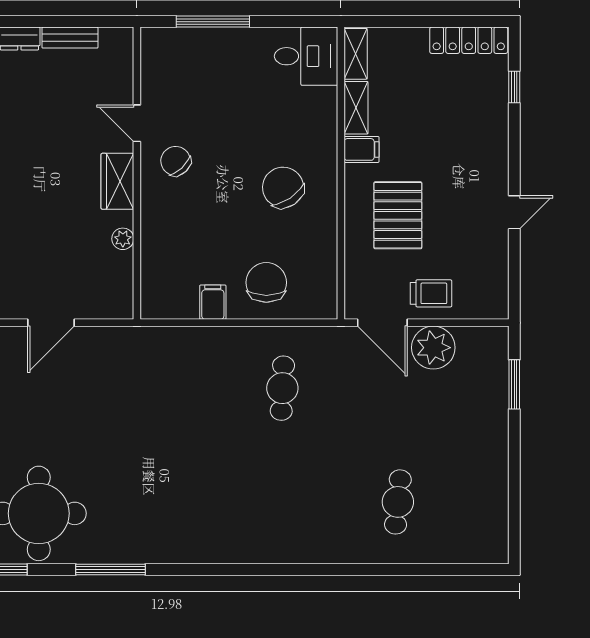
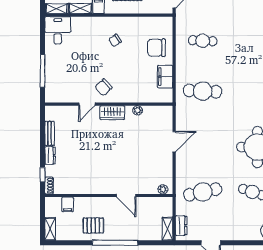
chair: (283, 187) -> (115, 40), width x0.54, depth x0.54
filing cabinet: (213, 302) -> (165, 77), width x2.00
door: (51, 323) -> (174, 142), hinge flipped
cafe table: (167, 388) -> (203, 91), added

